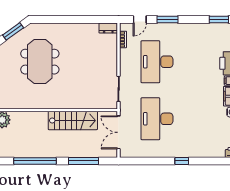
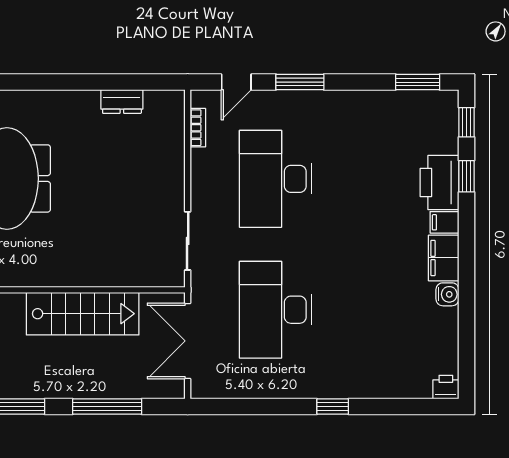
dresser: (108, 28) -> (122, 102), moved

